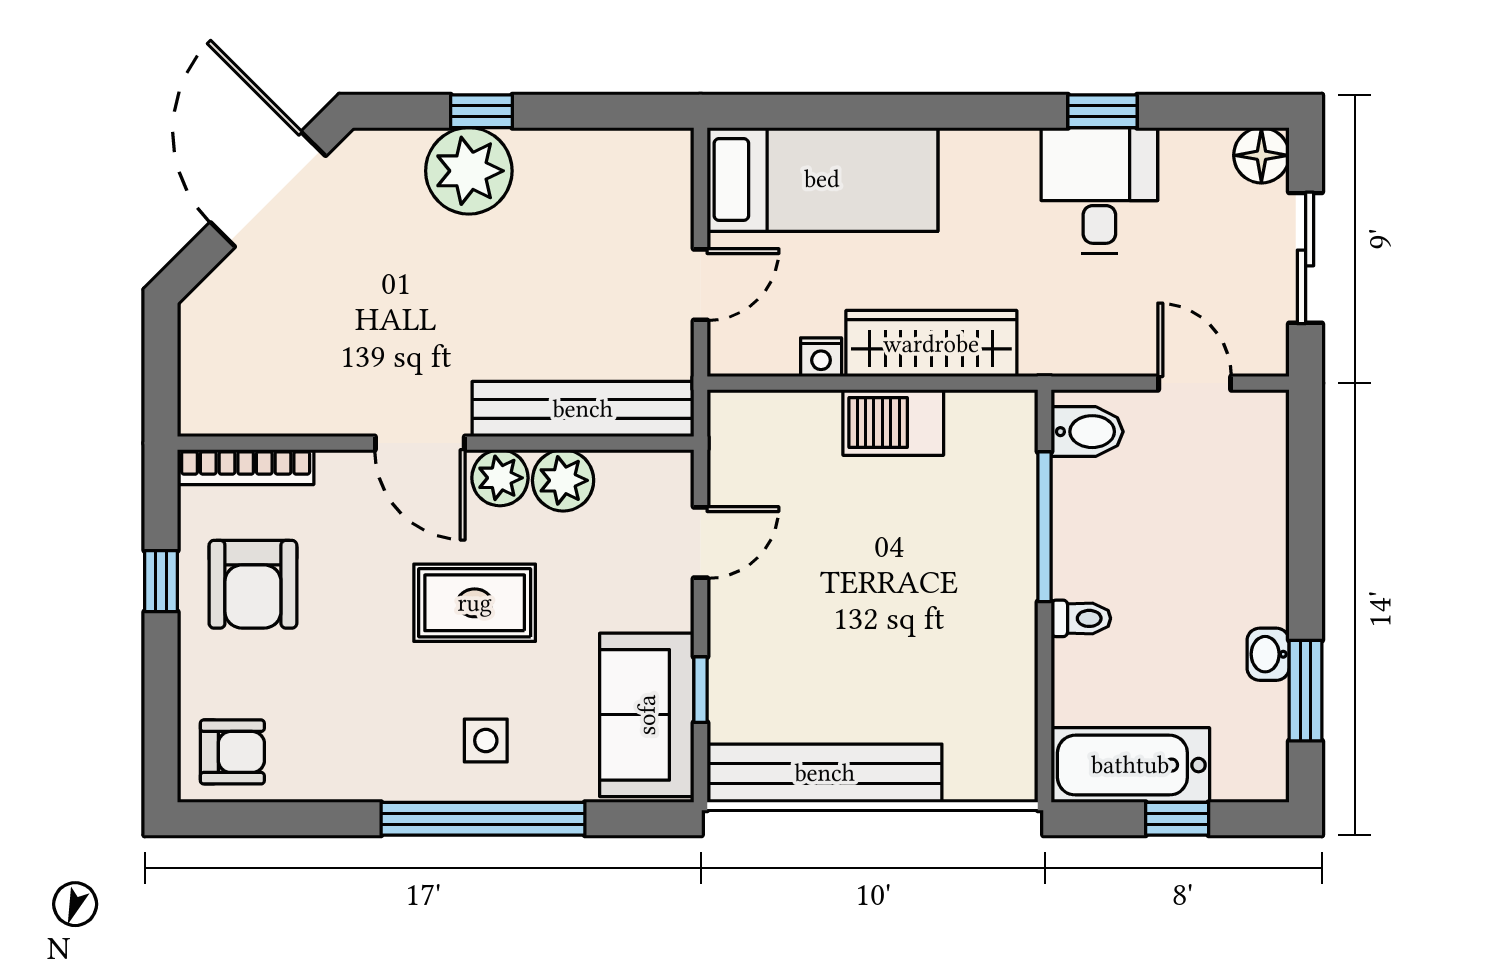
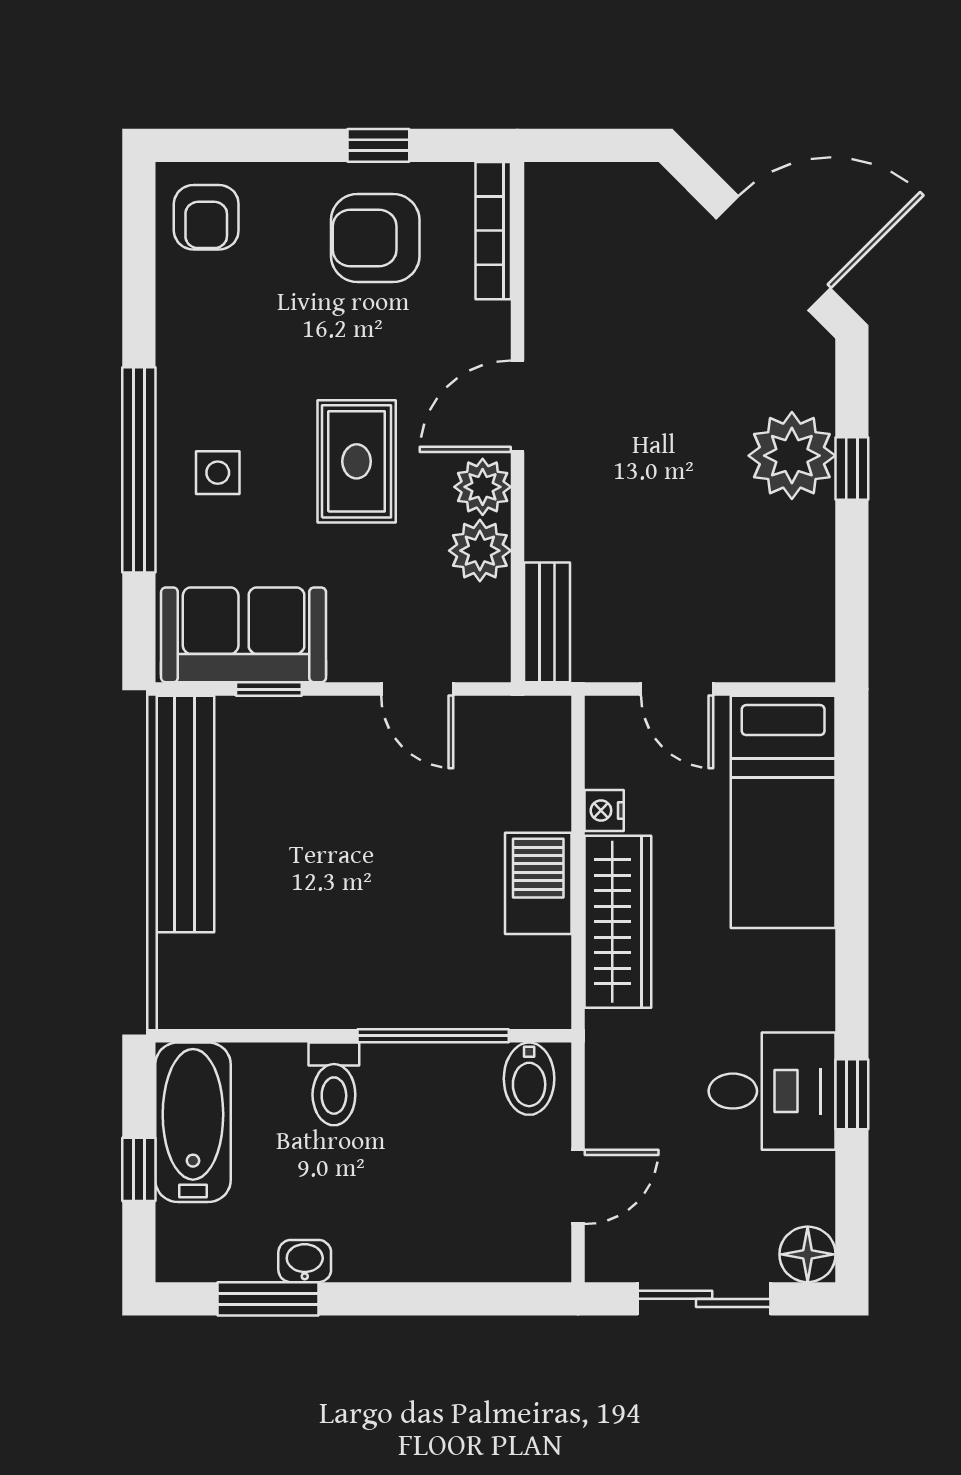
bench: (583, 409) -> (547, 622), width x0.54, depth x0.82
toilet: (1081, 618) -> (334, 1084), width x1.37, depth x1.39

